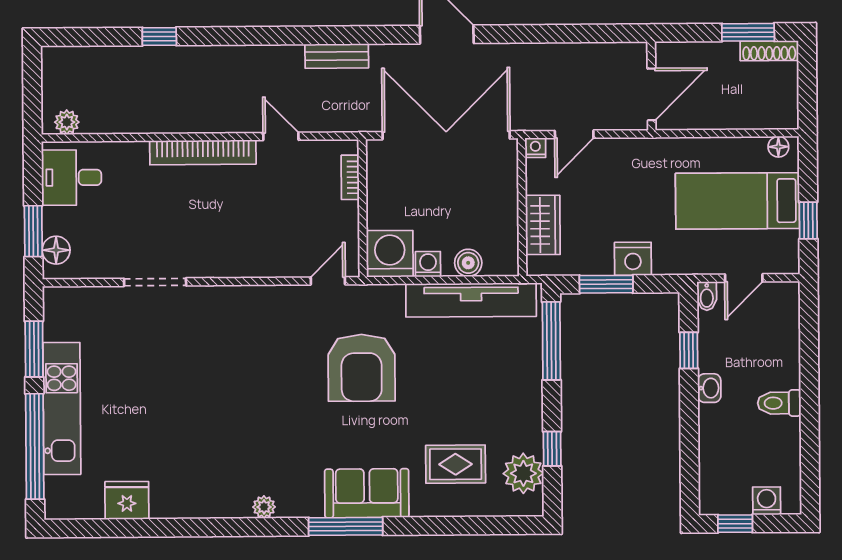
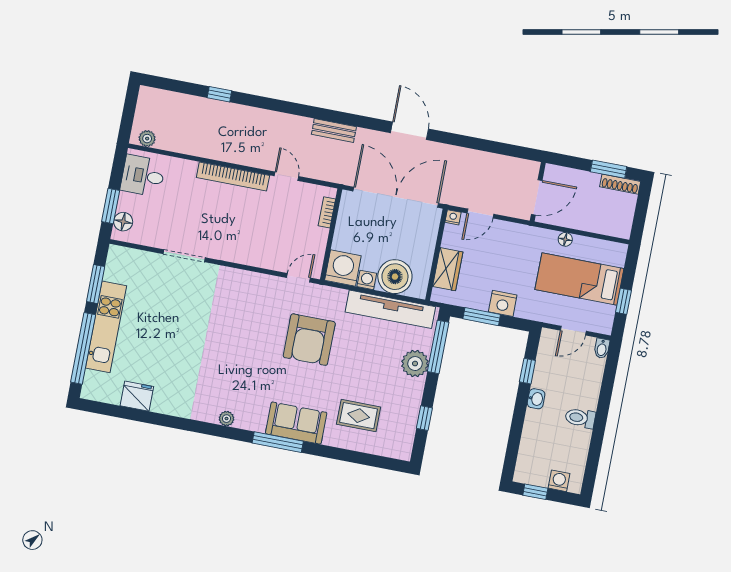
floor lamp: (778, 147) -> (565, 239), moved
boiler: (468, 263) -> (395, 277), width x1.86, depth x1.86
bidet: (707, 296) -> (602, 348), moved
plant: (523, 473) -> (415, 364), moved

